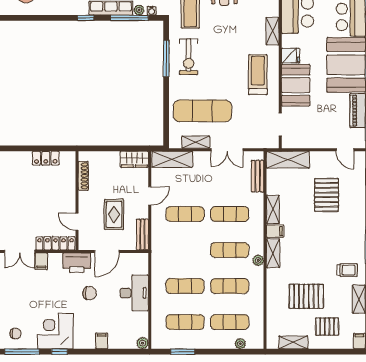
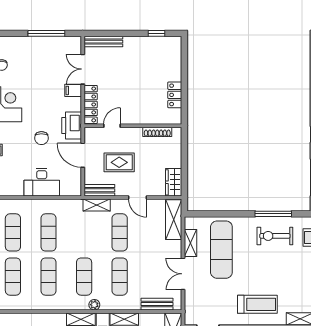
shelving: (157, 237) -> (97, 205), added
plant: (258, 260) -> (94, 305), moved

